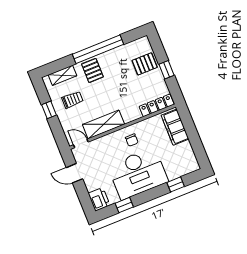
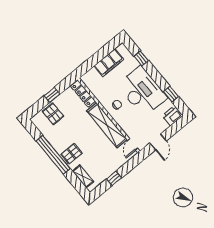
trolley: (72, 100) -> (100, 162), removed
shelving: (104, 124) -> (107, 125), width x1.47
filing cabinet: (175, 127) -> (109, 63), moved

